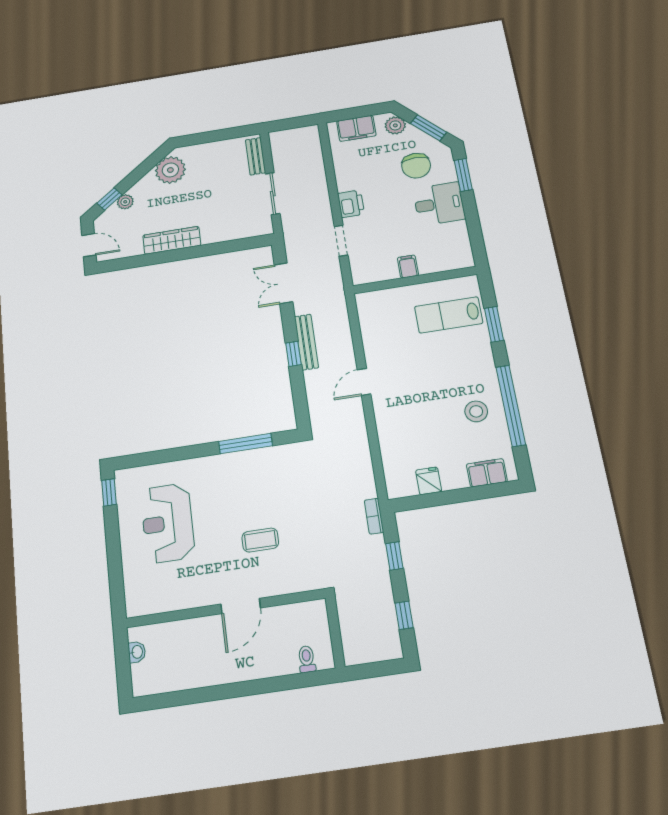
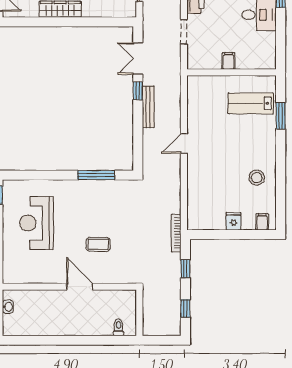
window: (293, 354) -> (138, 91), moved
window: (511, 406) -> (281, 177), removed
filing cabinet: (487, 473) -> (262, 222), width x0.50
fridge: (429, 481) -> (234, 221), moved
bookcase: (374, 516) -> (176, 233), width x1.56
door: (241, 606) -> (80, 287), swing flipped

